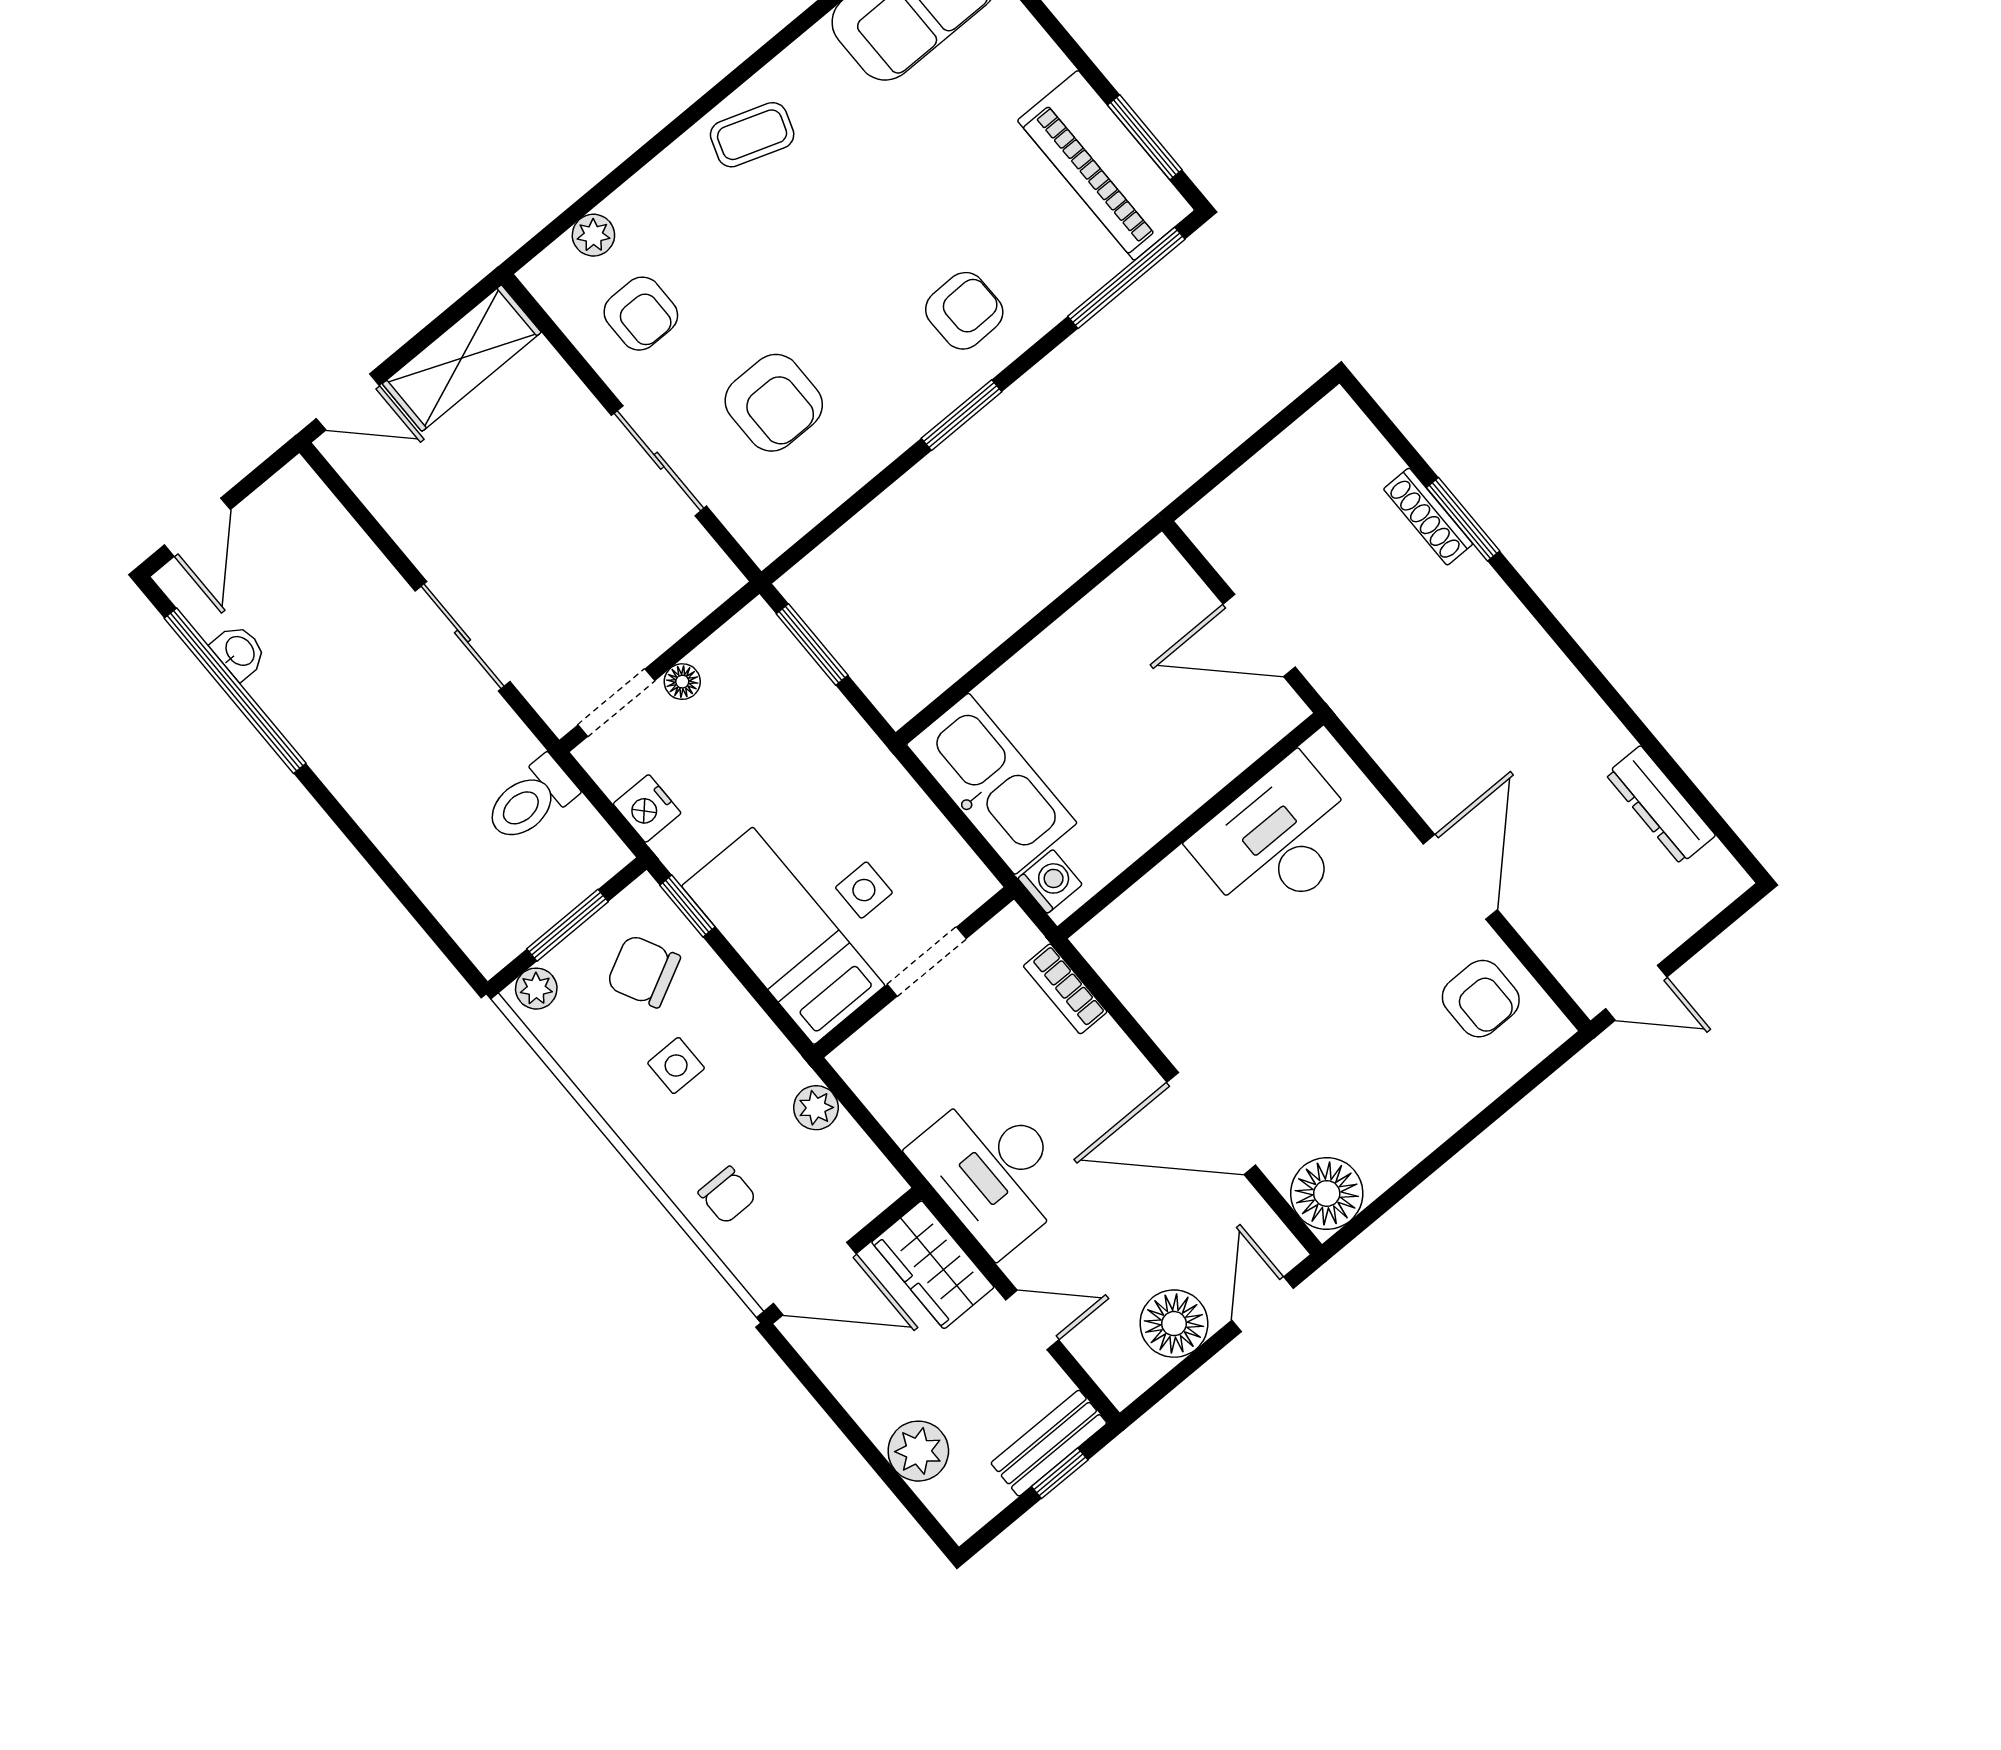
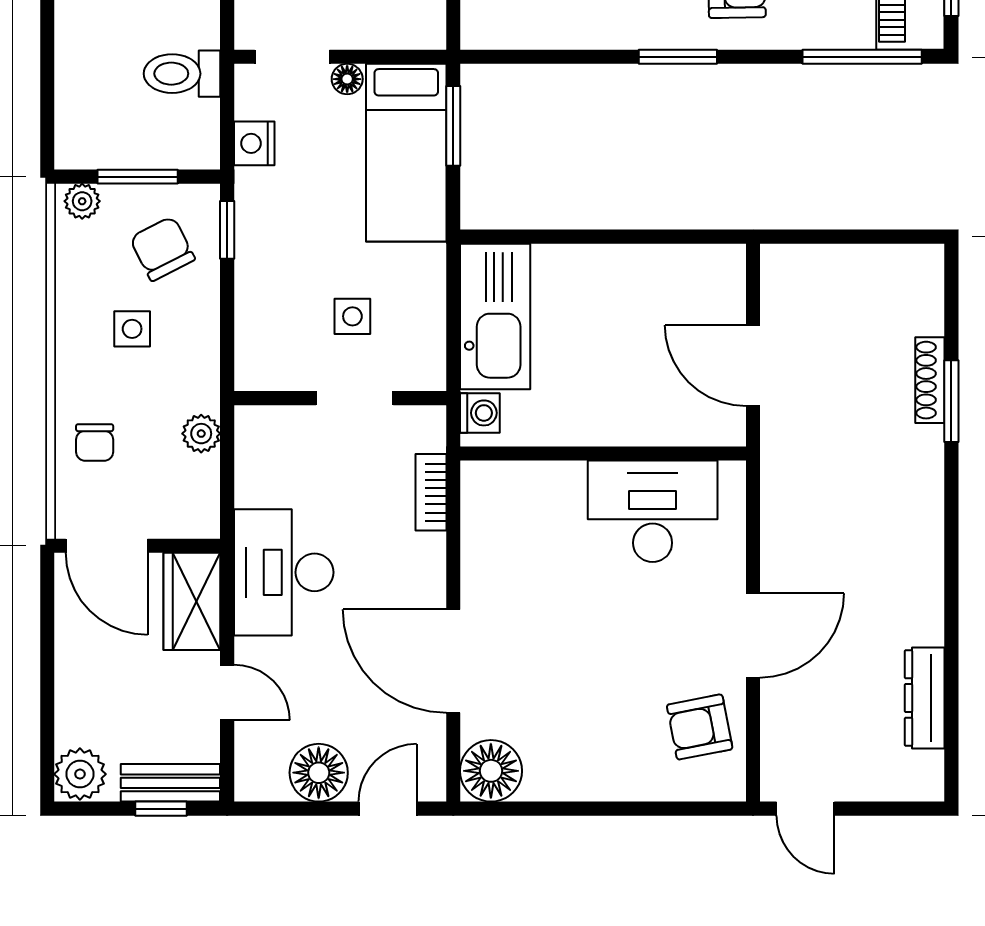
bed: (783, 936) -> (406, 153), moved, turned 180
armchair: (1481, 999) -> (700, 727), turned 79
plant: (918, 1451) -> (80, 774), moved

